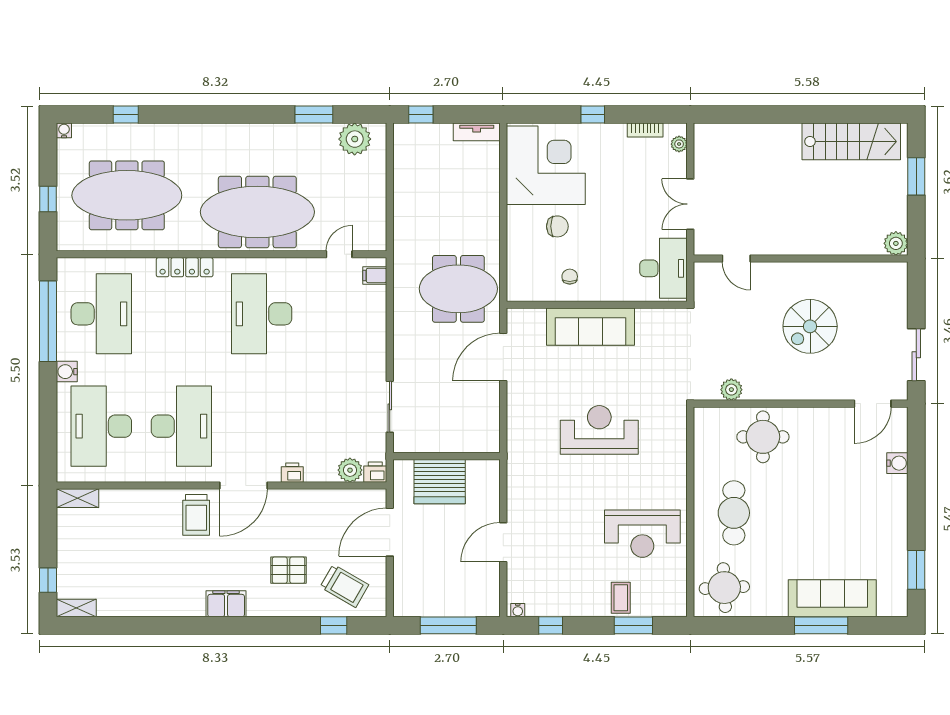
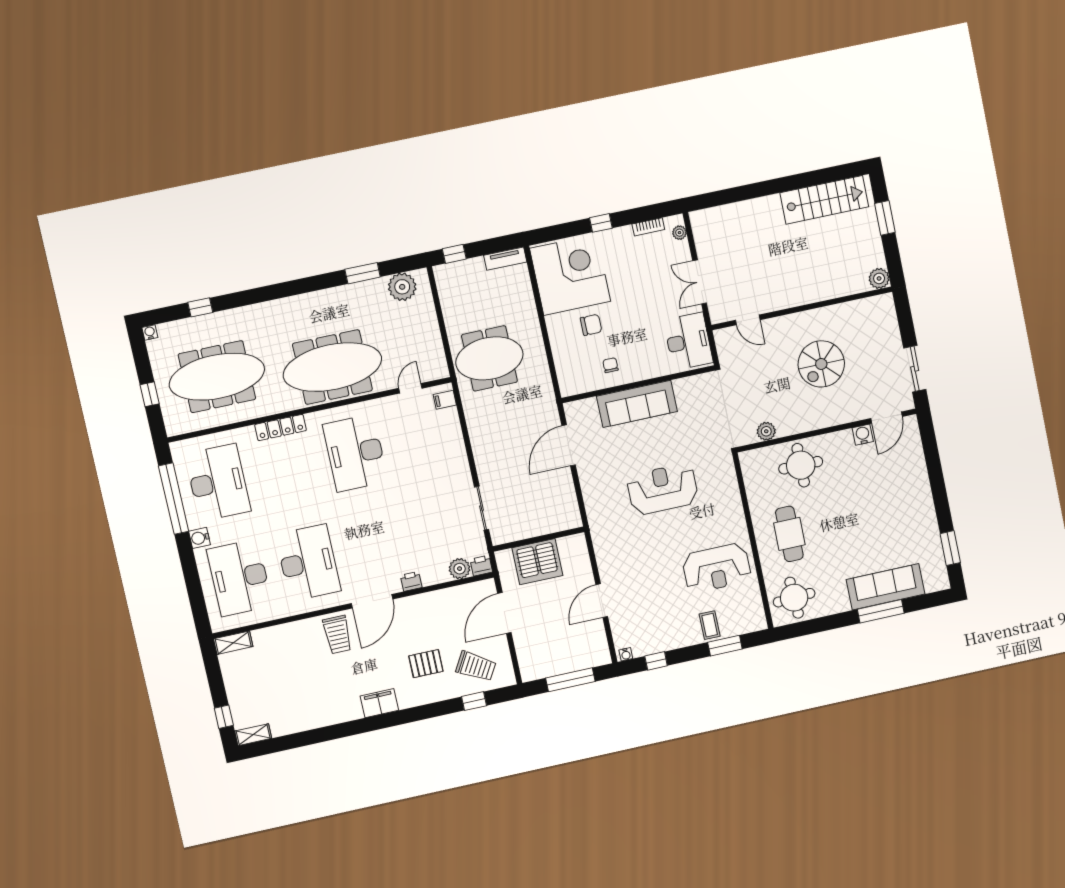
meeting table: (458, 289) -> (489, 358), moved
water cooler: (897, 463) -> (863, 435), moved, turned -90

